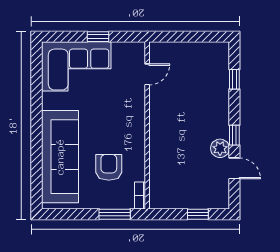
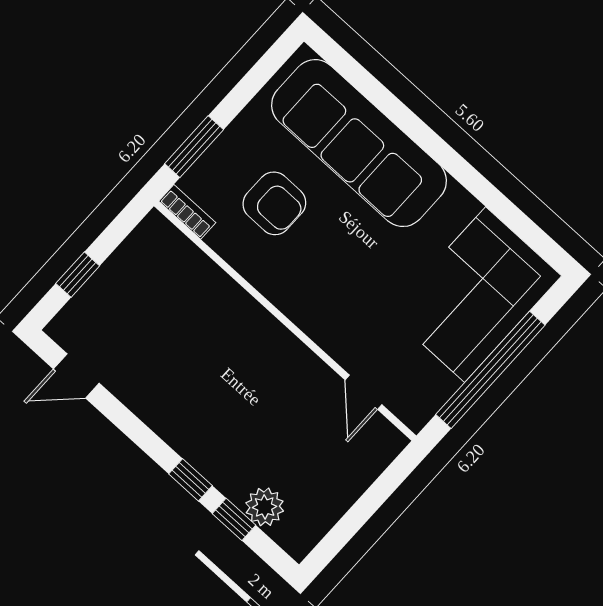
window: (98, 37) -> (490, 370), width x3.17
window: (234, 135) -> (190, 480), moved
plant: (220, 148) -> (265, 507), moved
door: (234, 168) -> (76, 376), moved

